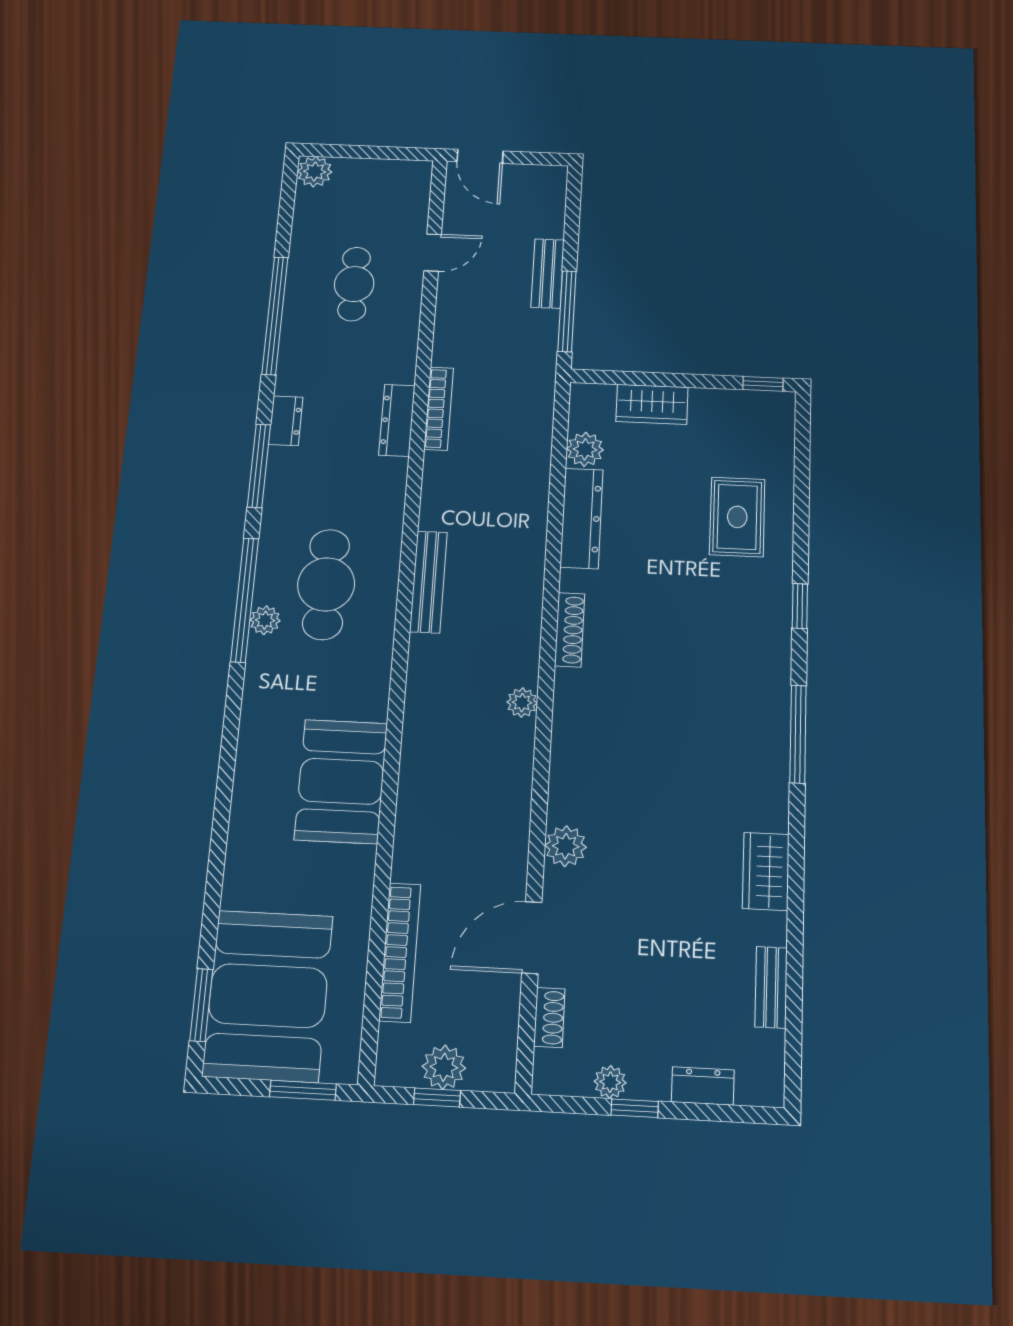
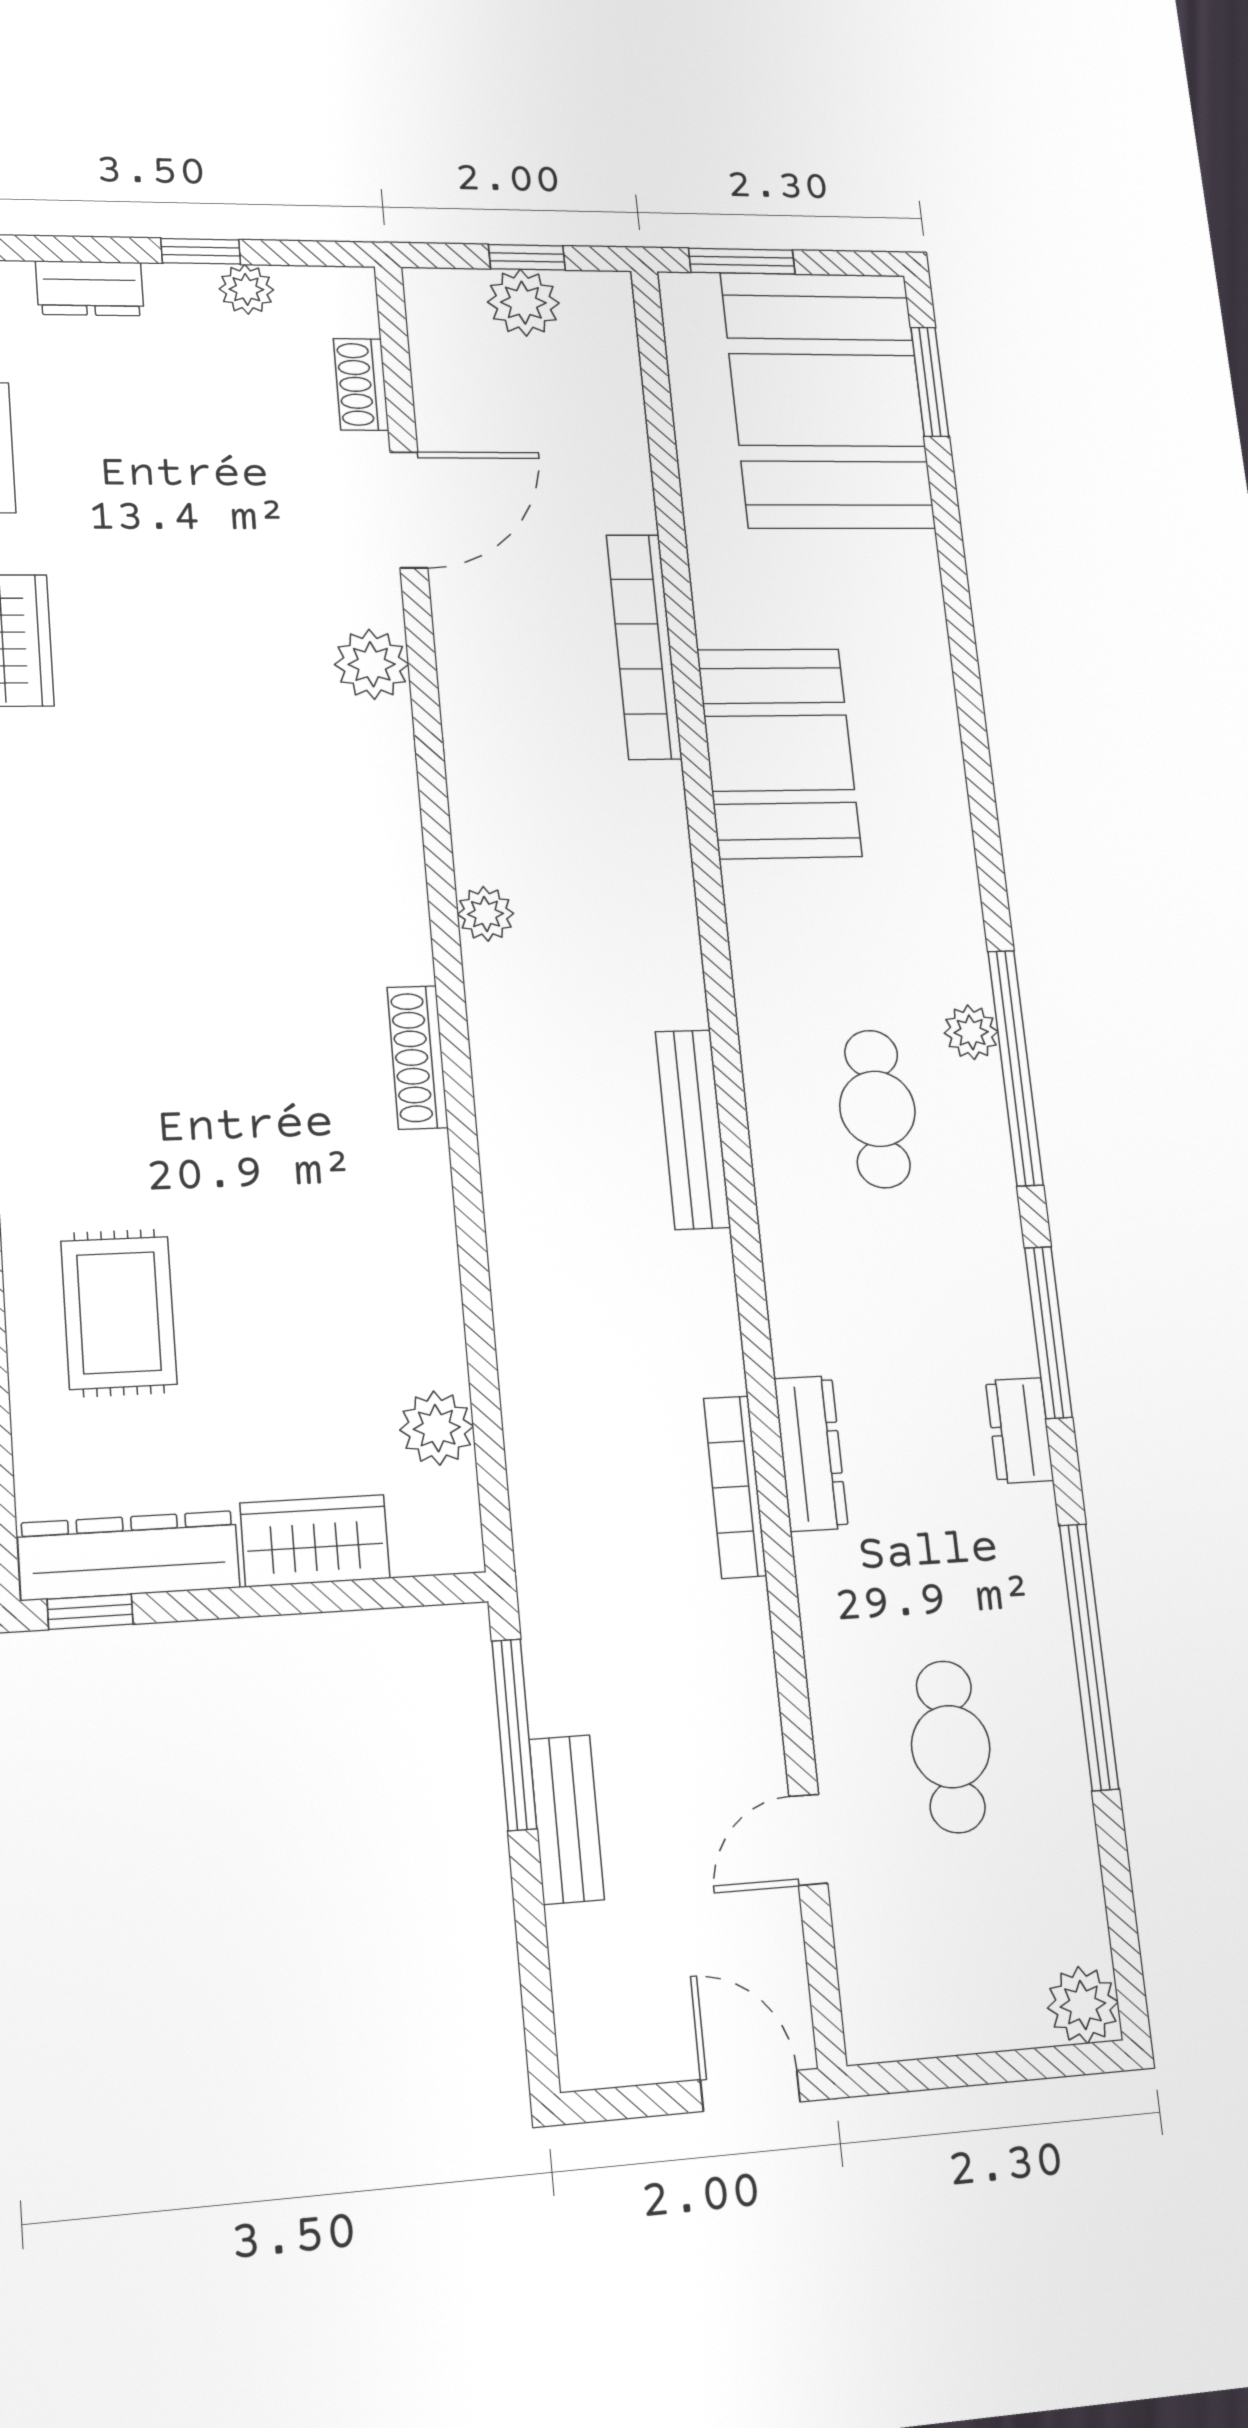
dresser: (582, 518) -> (129, 1555), moved, turned 90
cafe table: (326, 584) -> (877, 1109), width x0.73, depth x0.74
bookcase: (400, 952) -> (644, 646), moved

